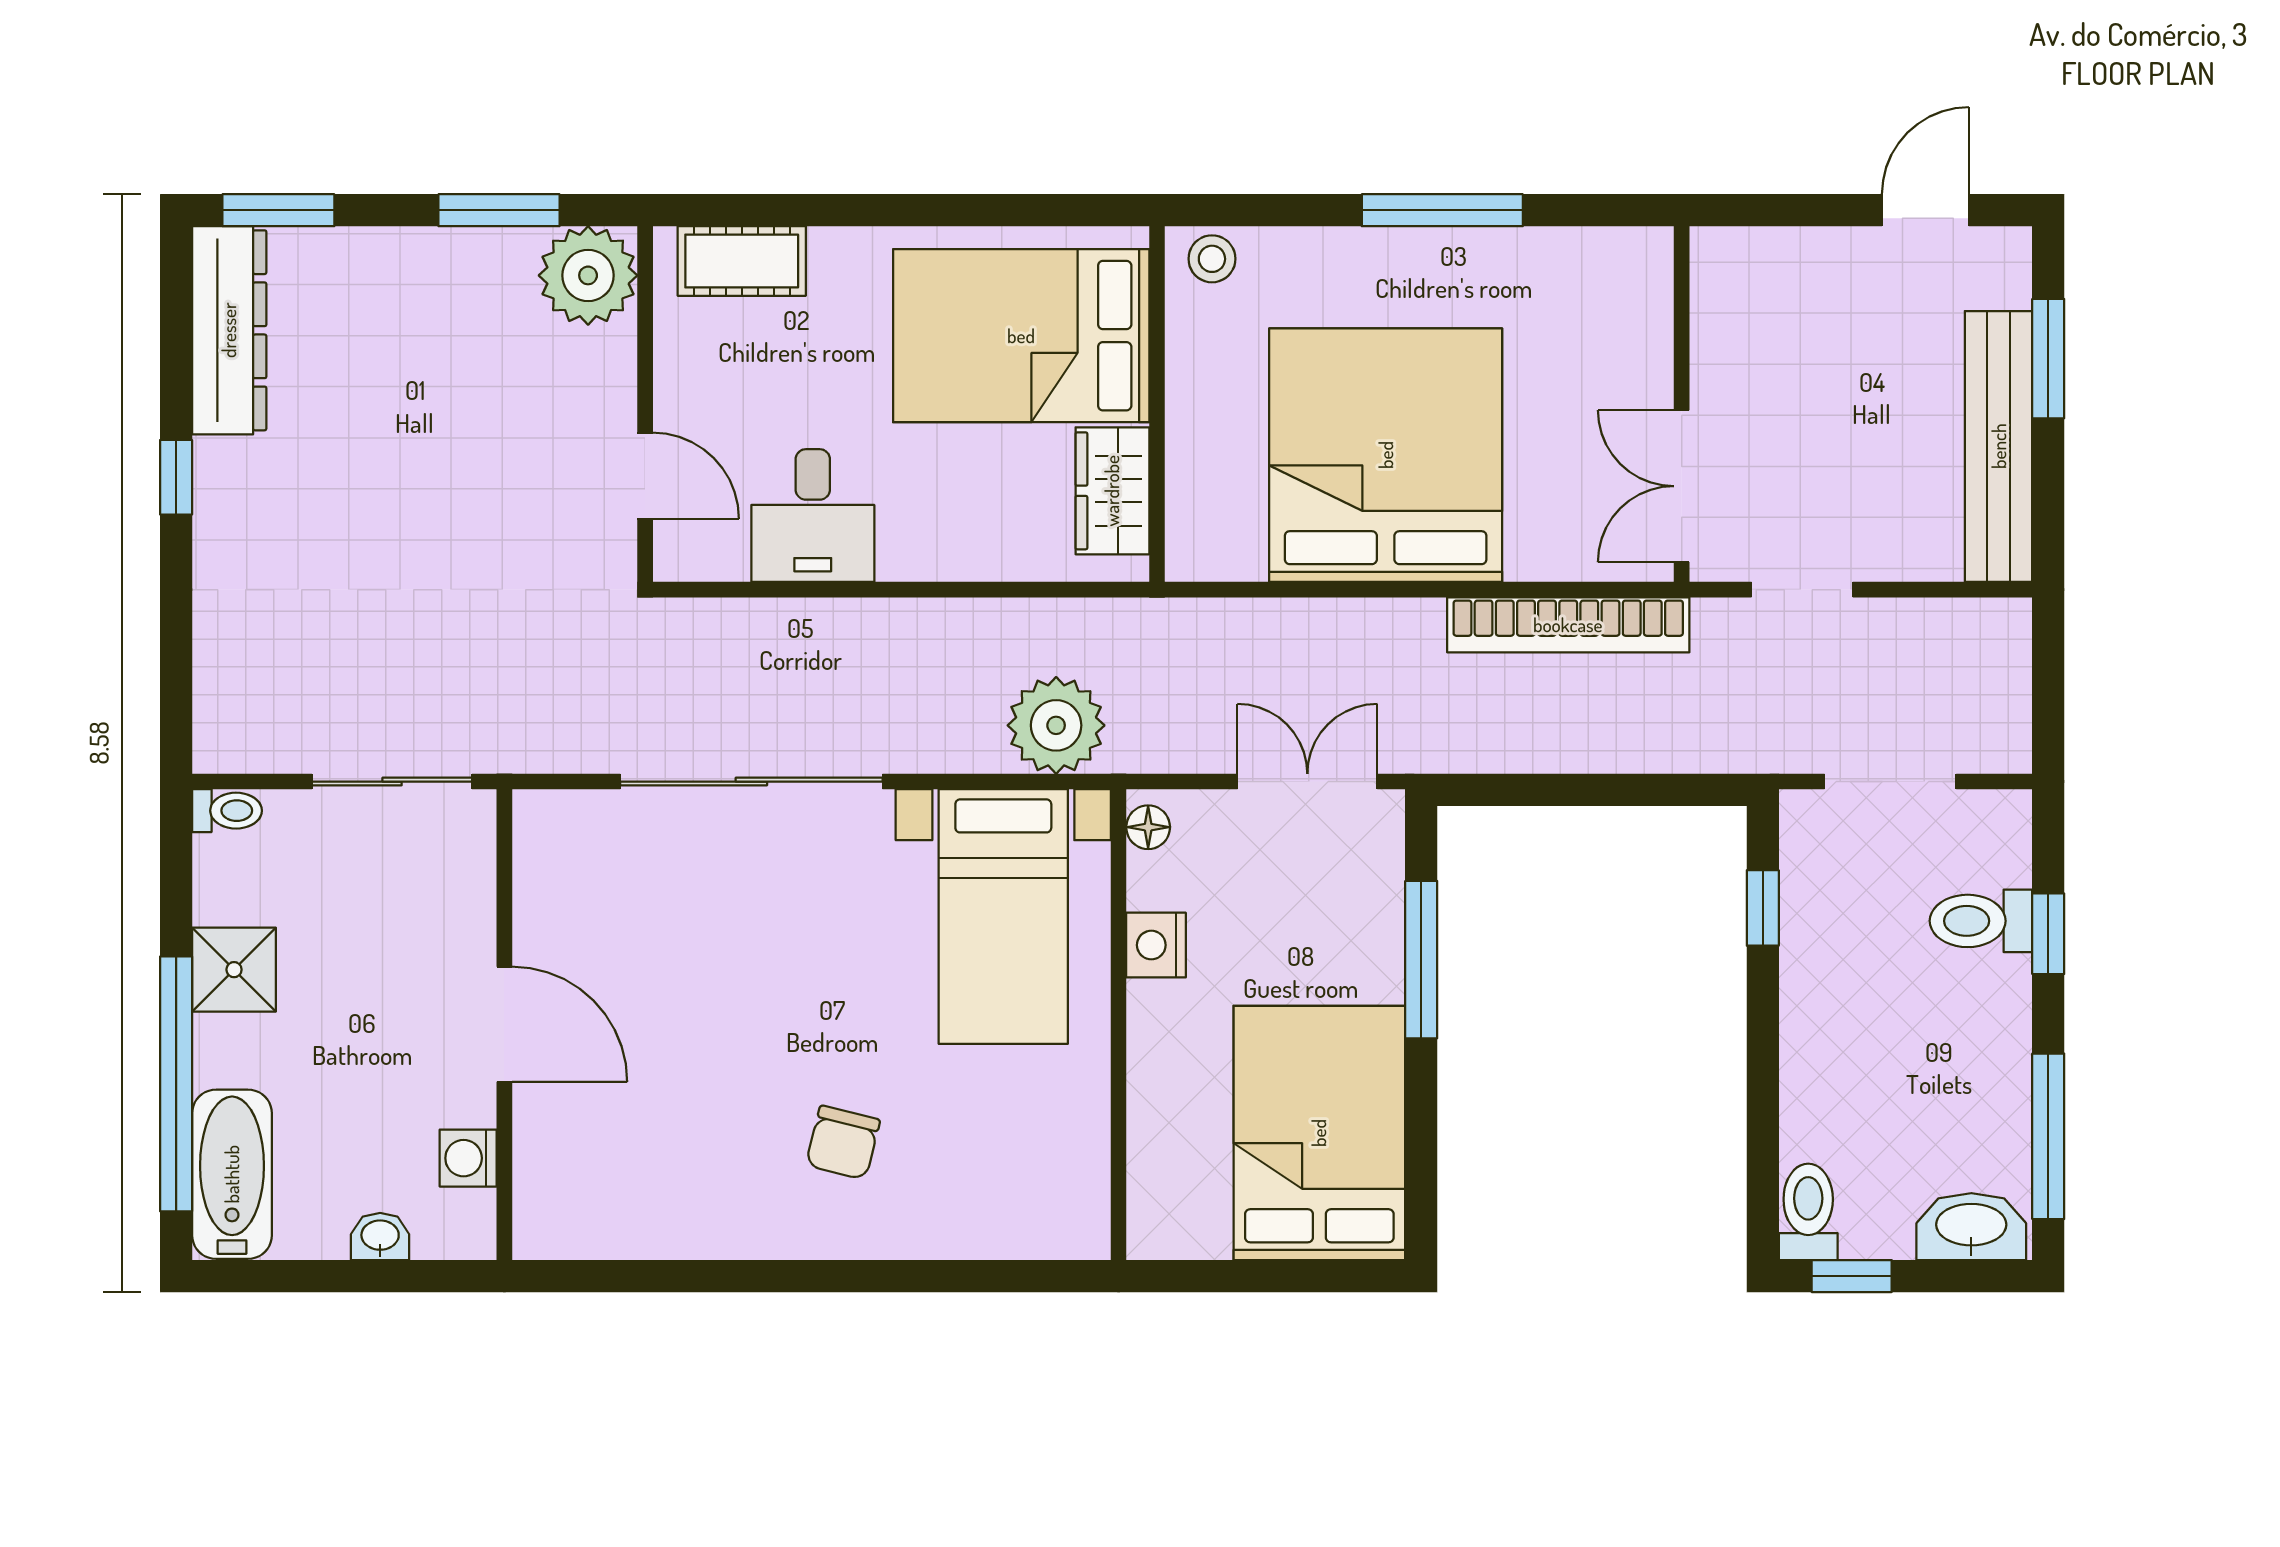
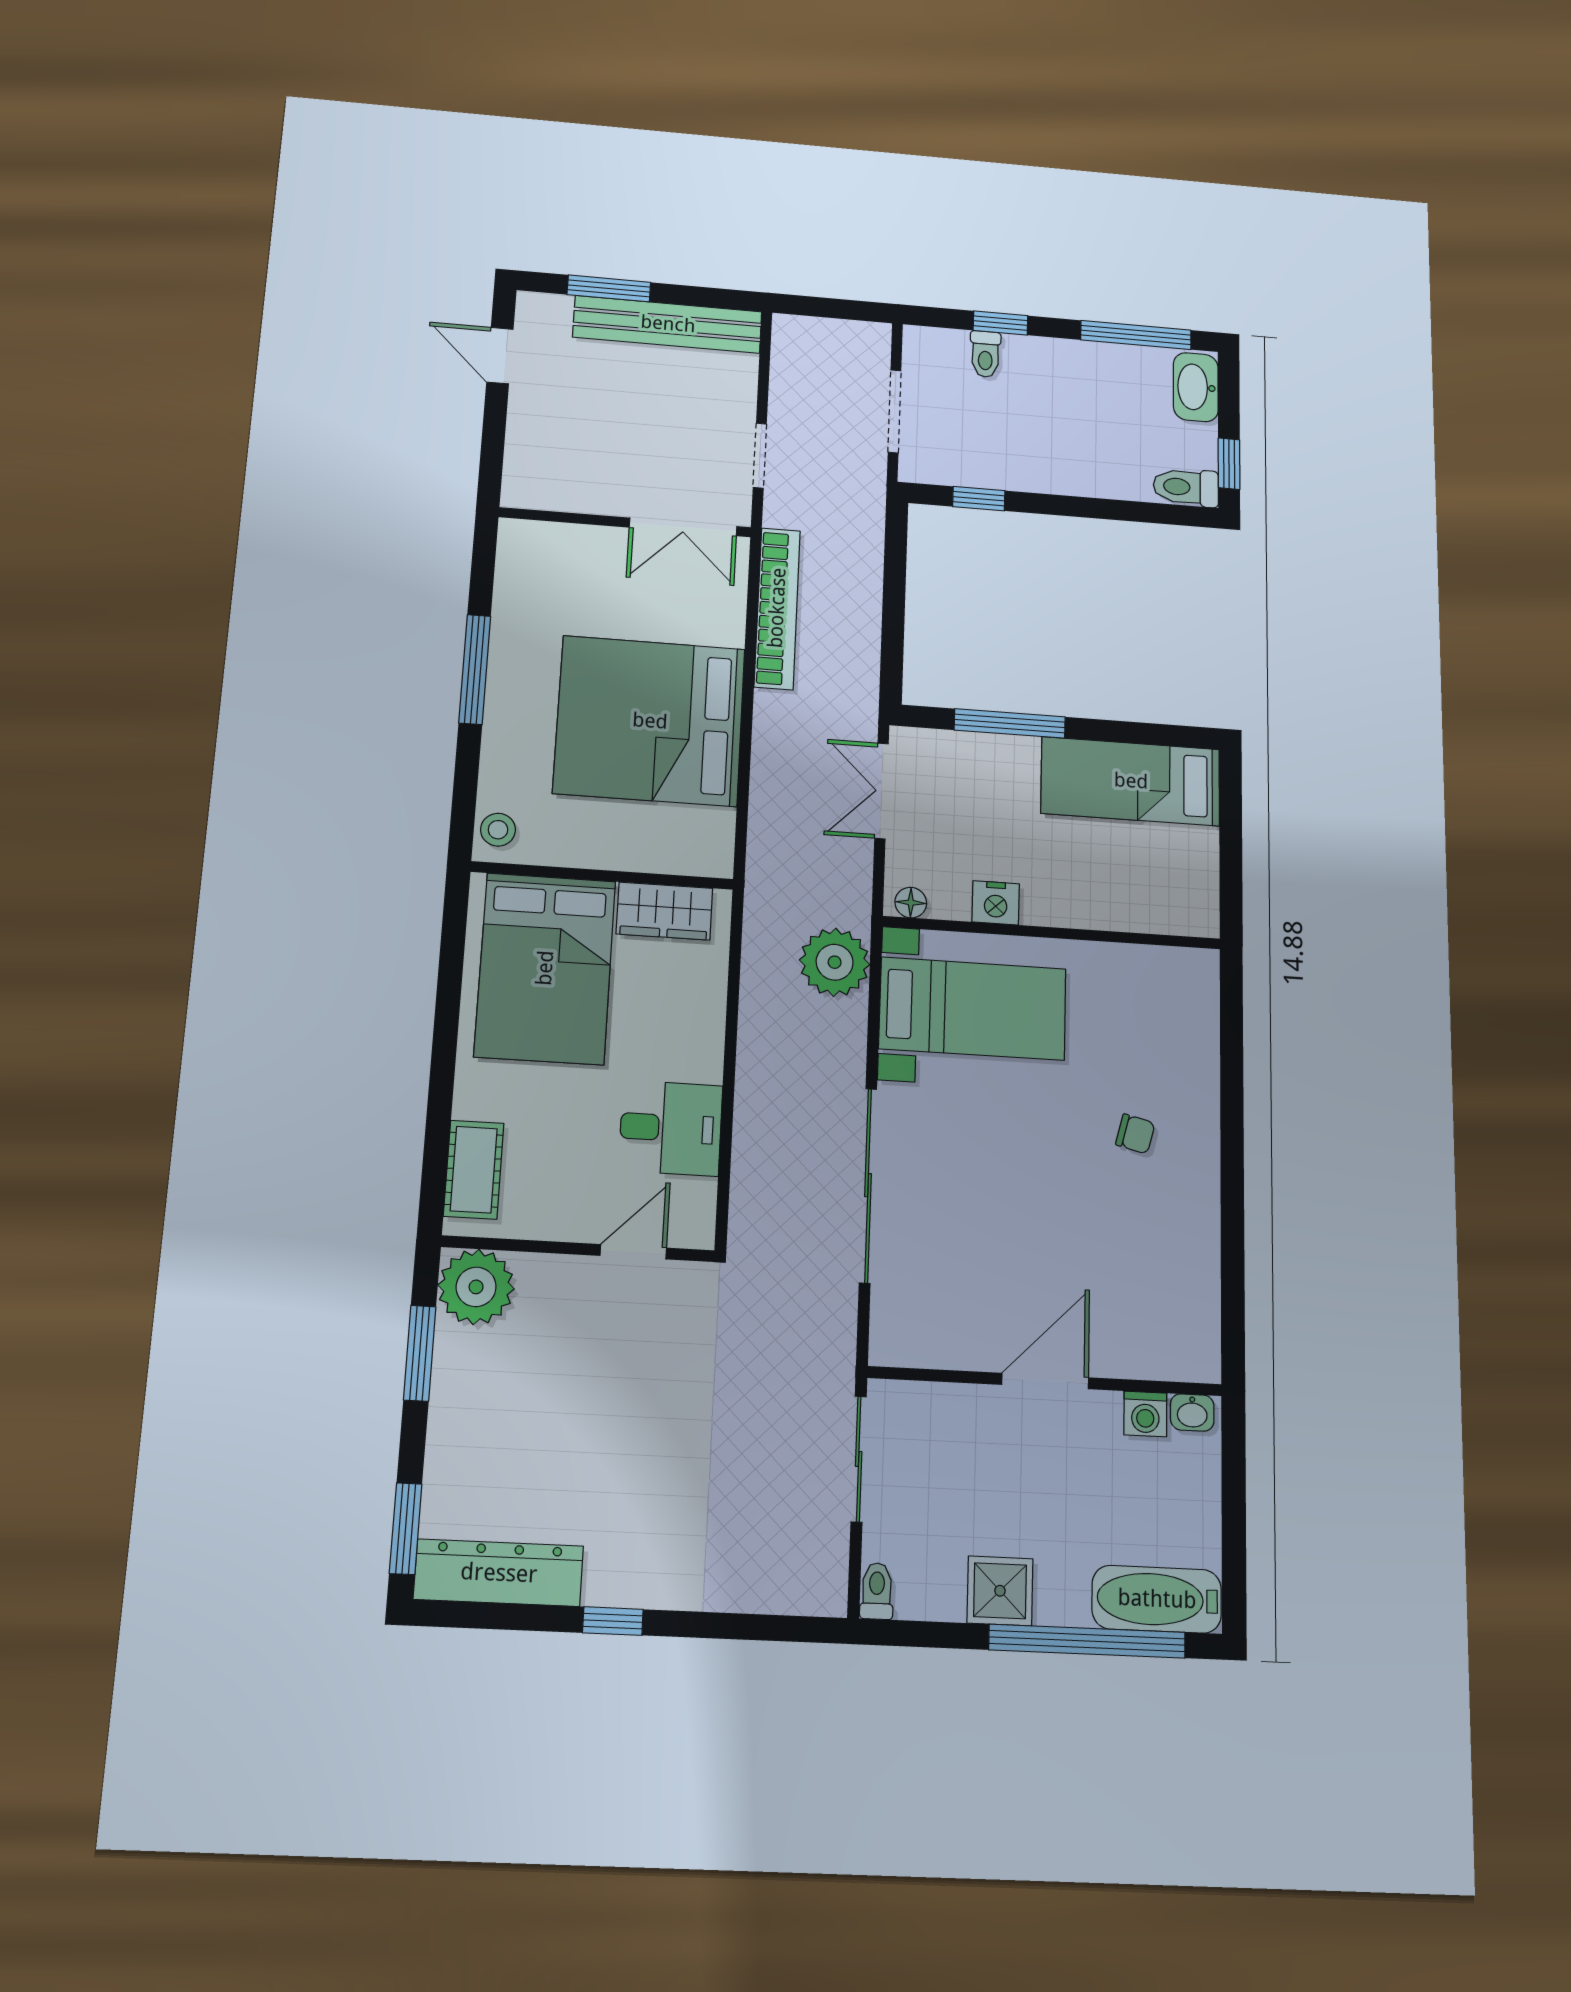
toilet: (1981, 921) -> (985, 354), width x0.73, depth x0.72
bed: (1319, 1133) -> (1131, 781), width x0.67
chair: (843, 1142) -> (1135, 1134), width x0.73, depth x0.73
washbasin: (380, 1237) -> (1192, 1413), moved, turned -90

